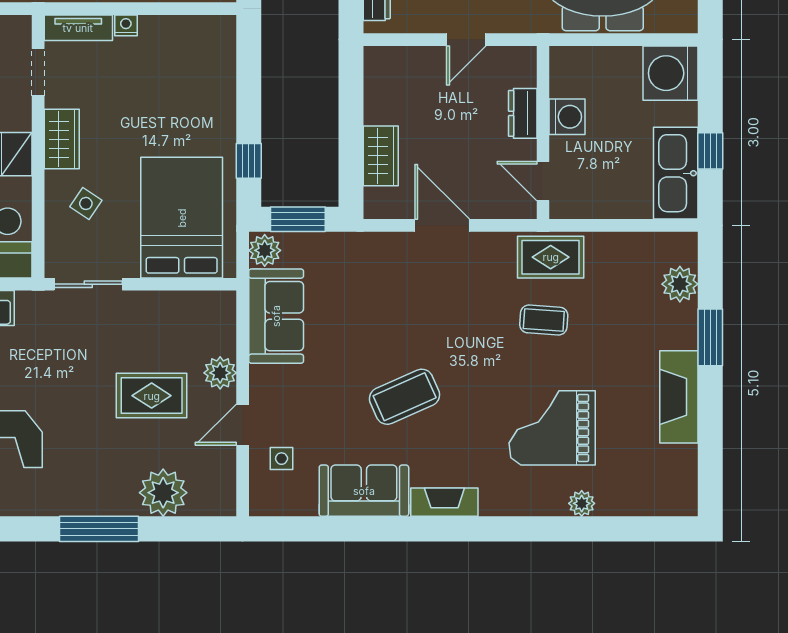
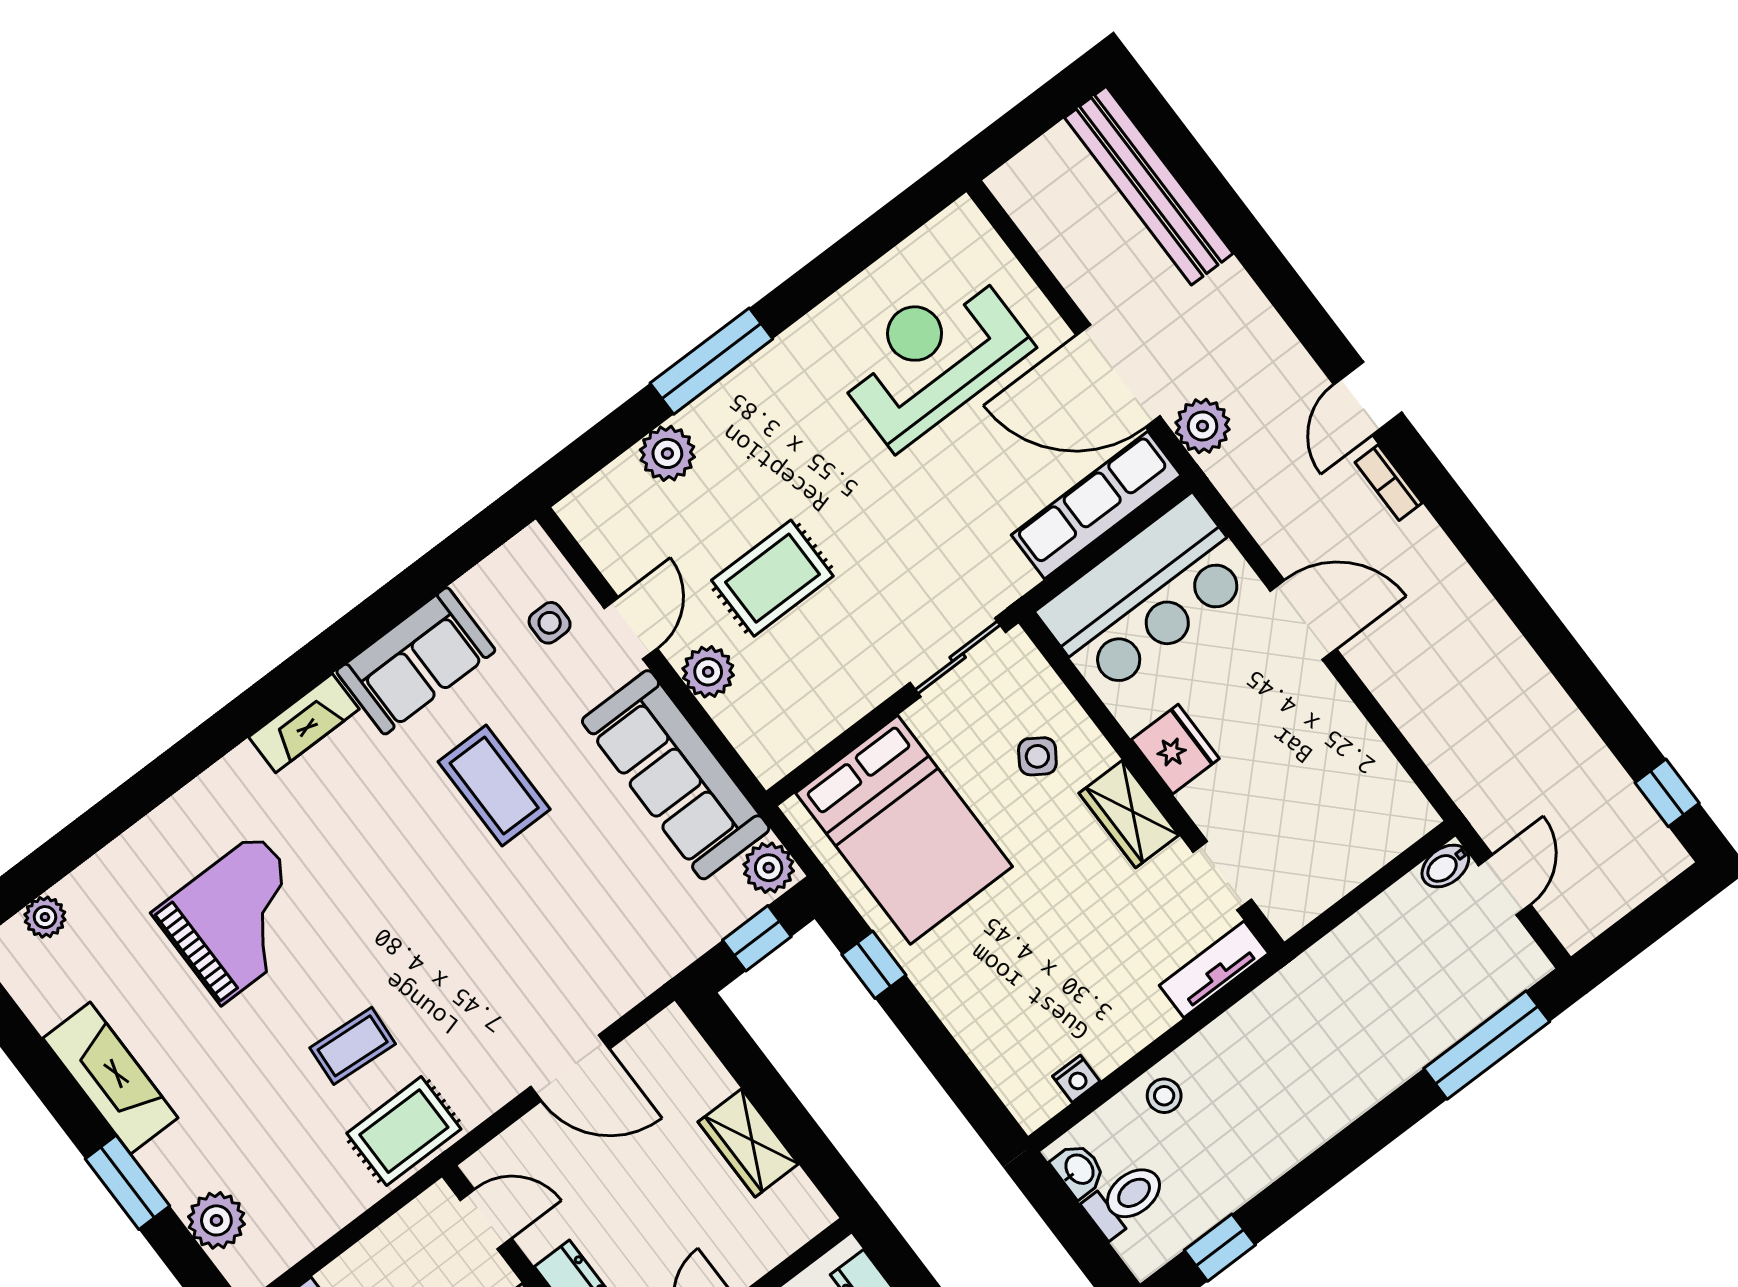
nightstand: (126, 25) -> (1076, 1079), moved
wardrobe: (381, 156) -> (748, 1143), moved
window: (298, 219) -> (757, 938), width x0.67
sofa: (276, 316) -> (676, 775), width x1.36
coffee table: (405, 397) -> (494, 786), moved, turned -66
plant: (163, 493) -> (667, 453), width x0.73, depth x0.73
plant: (582, 503) -> (45, 917), moved

